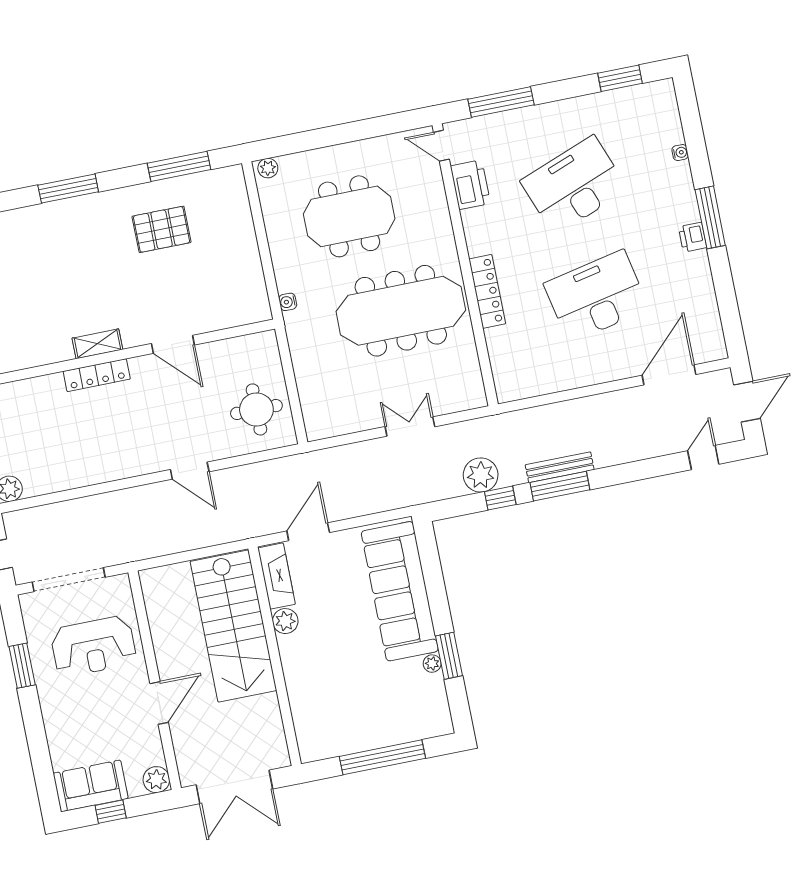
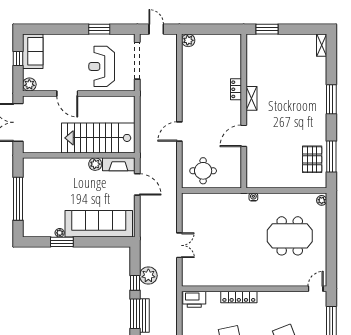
printer: (470, 185) -> (194, 299), moved
meeting table: (349, 216) -> (290, 236), turned 90
pallet: (162, 229) -> (312, 159), moved
meeting table: (401, 311) -> (238, 252), removed
locker: (97, 375) -> (236, 89), width x0.66

